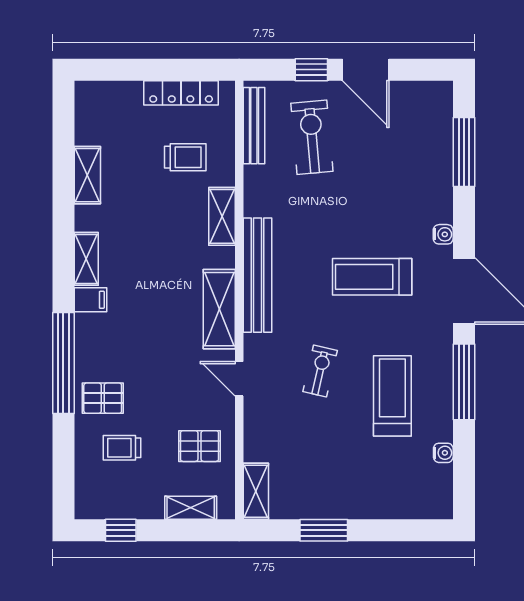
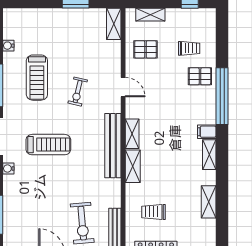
shelving: (222, 216) -> (133, 166), moved
shelving: (219, 309) -> (132, 134), width x0.67, depth x0.75

